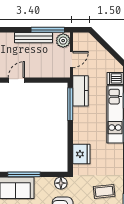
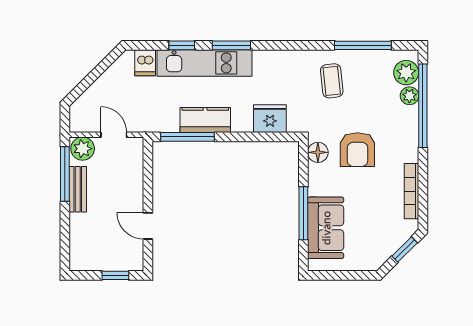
bench: (34, 38) -> (78, 189), width x0.73
kitchen counter: (80, 91) -> (205, 120), moved

